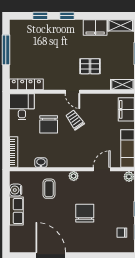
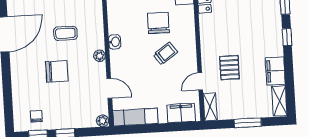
door: (72, 92) -> (200, 81), moved
chair: (49, 124) -> (158, 23), turned 90
washbasin: (41, 163) -> (115, 42), moved
coffee table: (49, 189) -> (65, 33), moved

